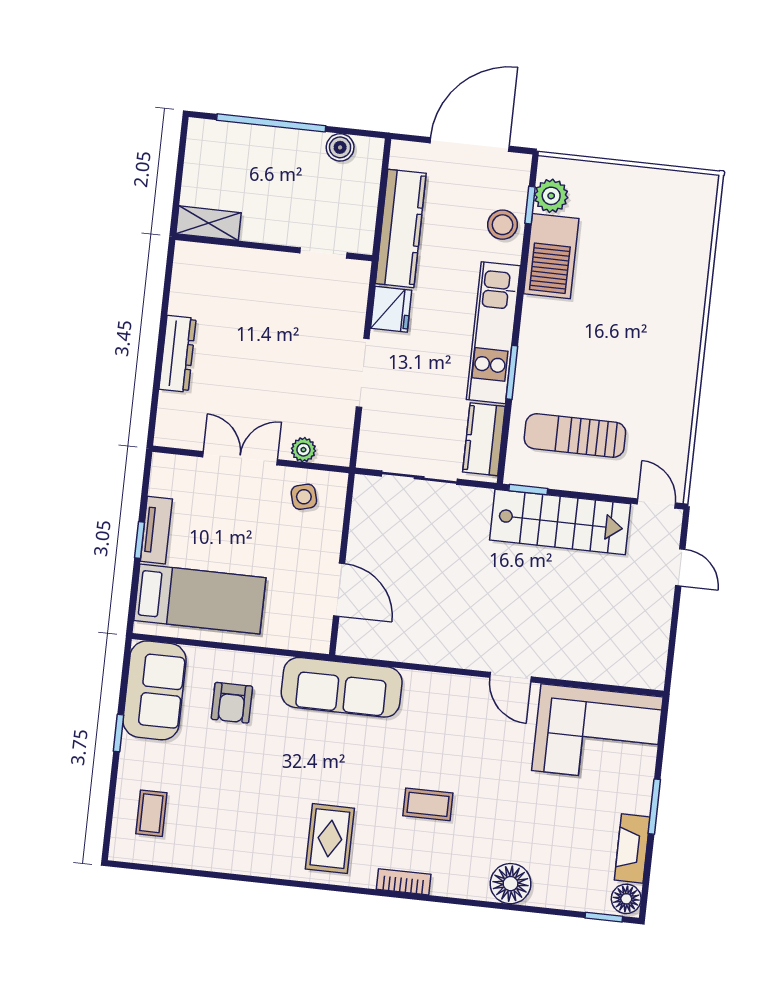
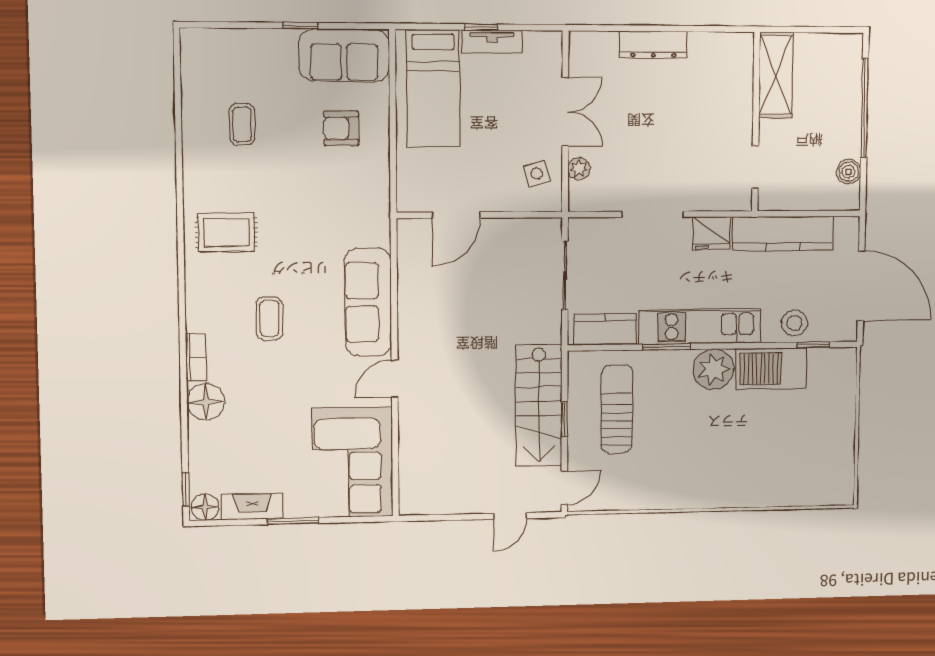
plant: (551, 196) -> (713, 369), moved, width x1.36, depth x1.36
shelving: (209, 223) -> (776, 75), width x1.50, depth x1.33
window: (528, 490) -> (565, 419), moved
sofa: (342, 687) -> (368, 302), moved
coffee table: (151, 813) -> (242, 124), moved, turned 90
bookcase: (404, 882) -> (196, 357), moved

